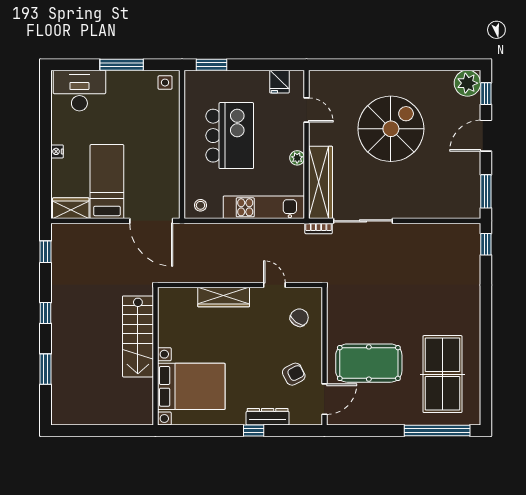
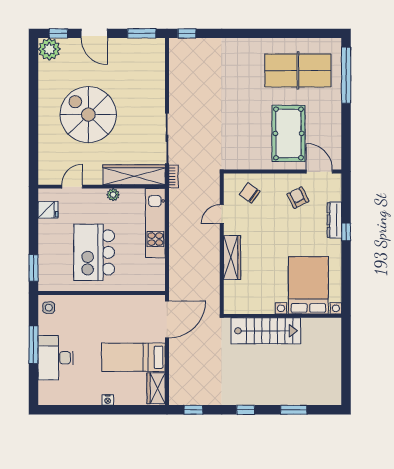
desk: (79, 91) -> (56, 358), moved
kitchen island: (230, 136) -> (94, 252), turned -90
stool: (200, 205) -> (154, 277), removed

